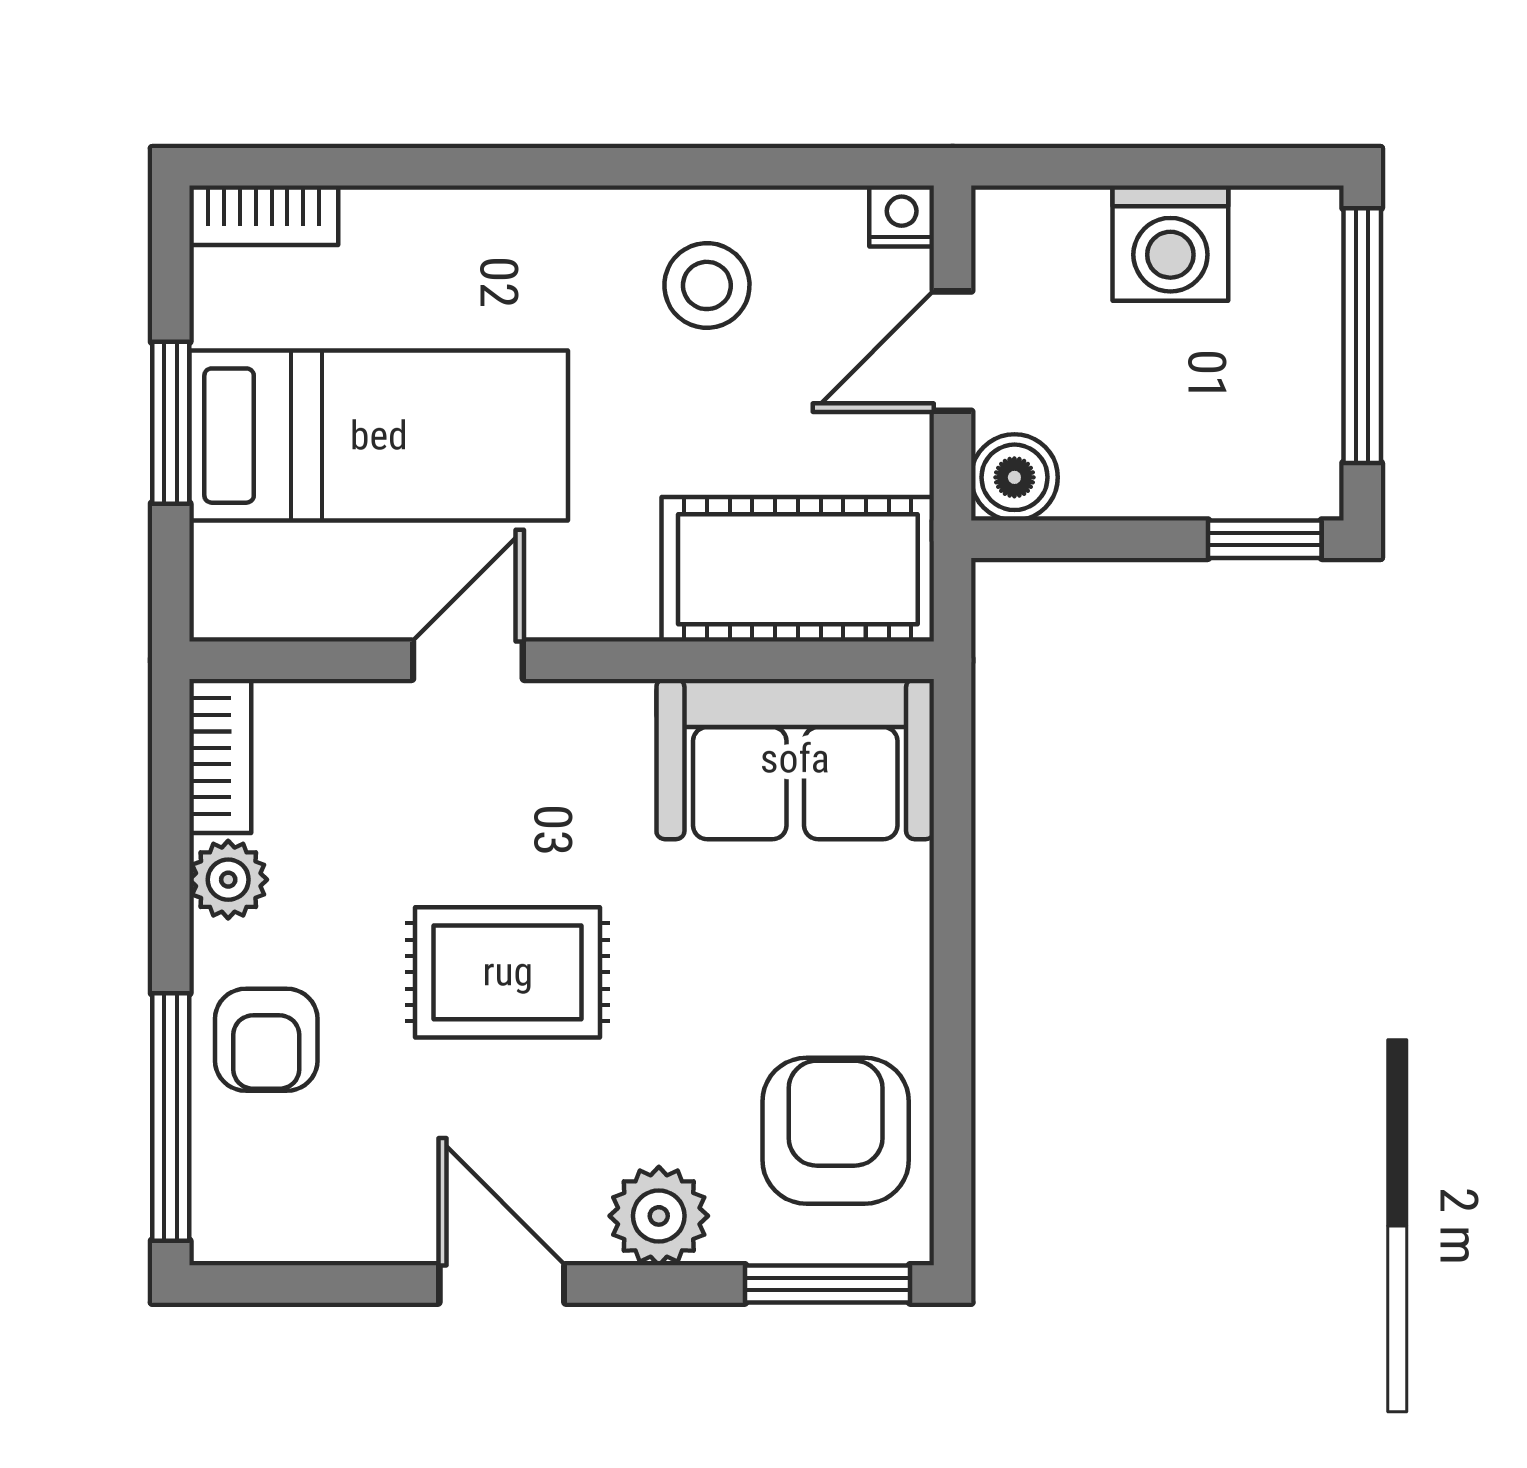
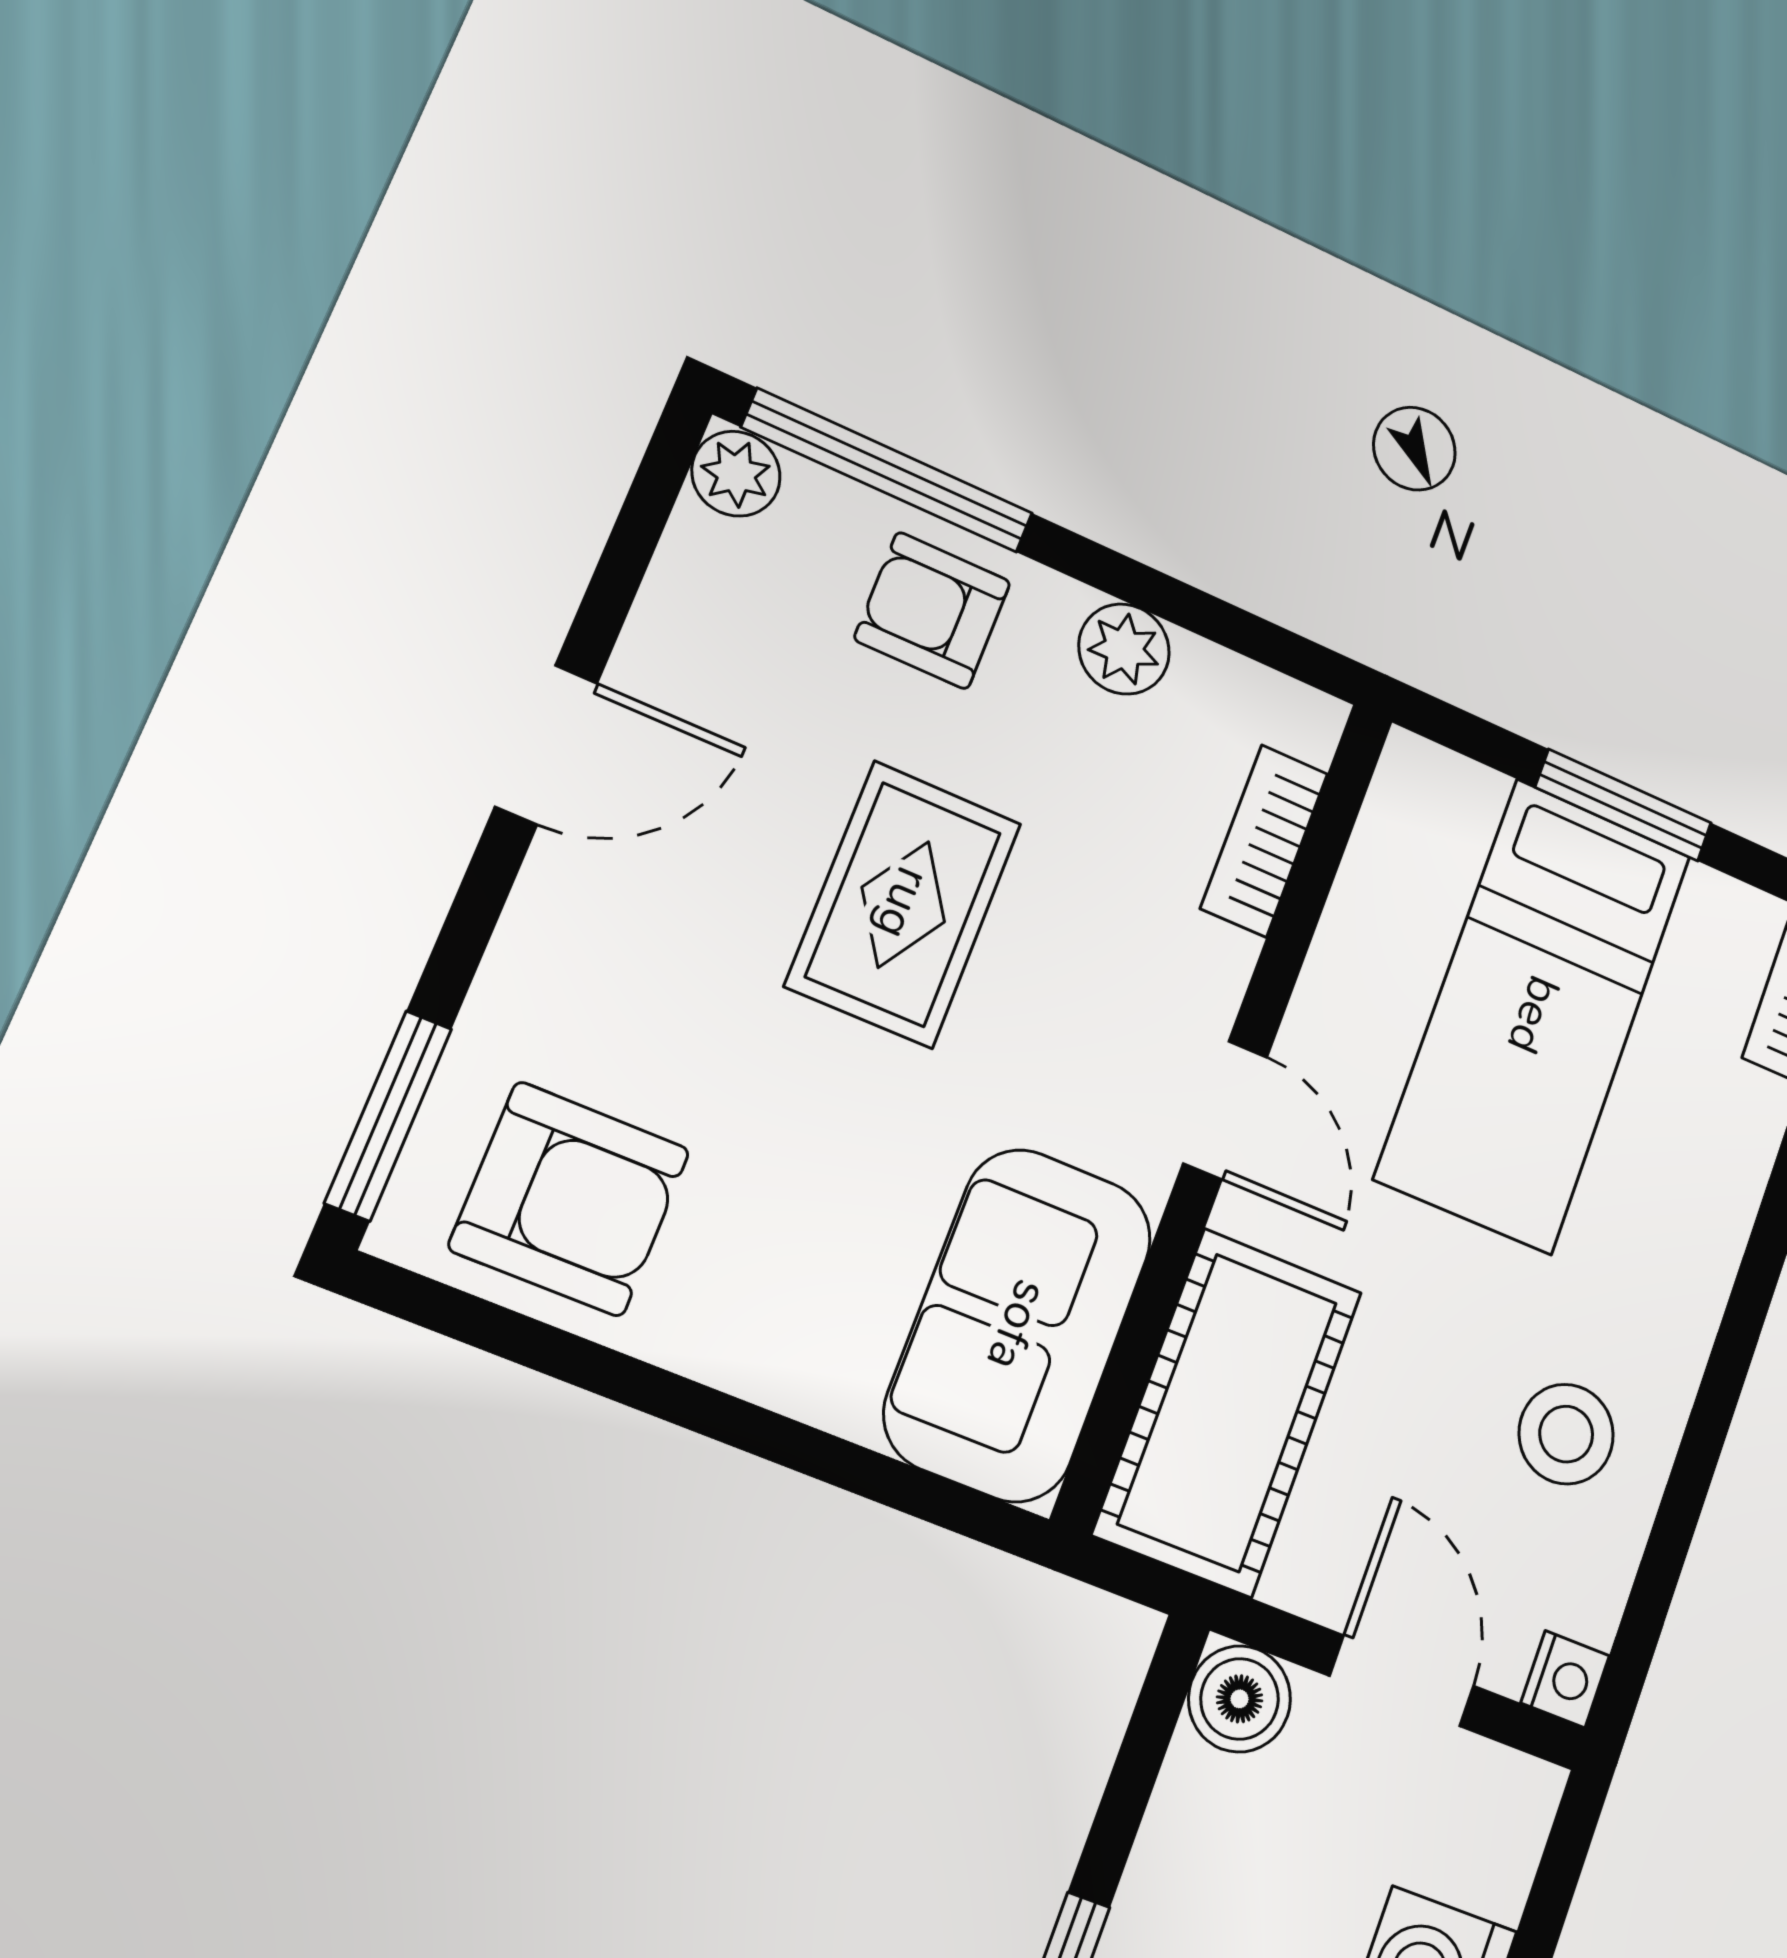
door: (468, 660) -> (1225, 1110), moved
bookcase: (220, 756) -> (1264, 841), moved, turned 90
plant: (659, 1216) -> (736, 474), moved, width x0.73, depth x0.73

